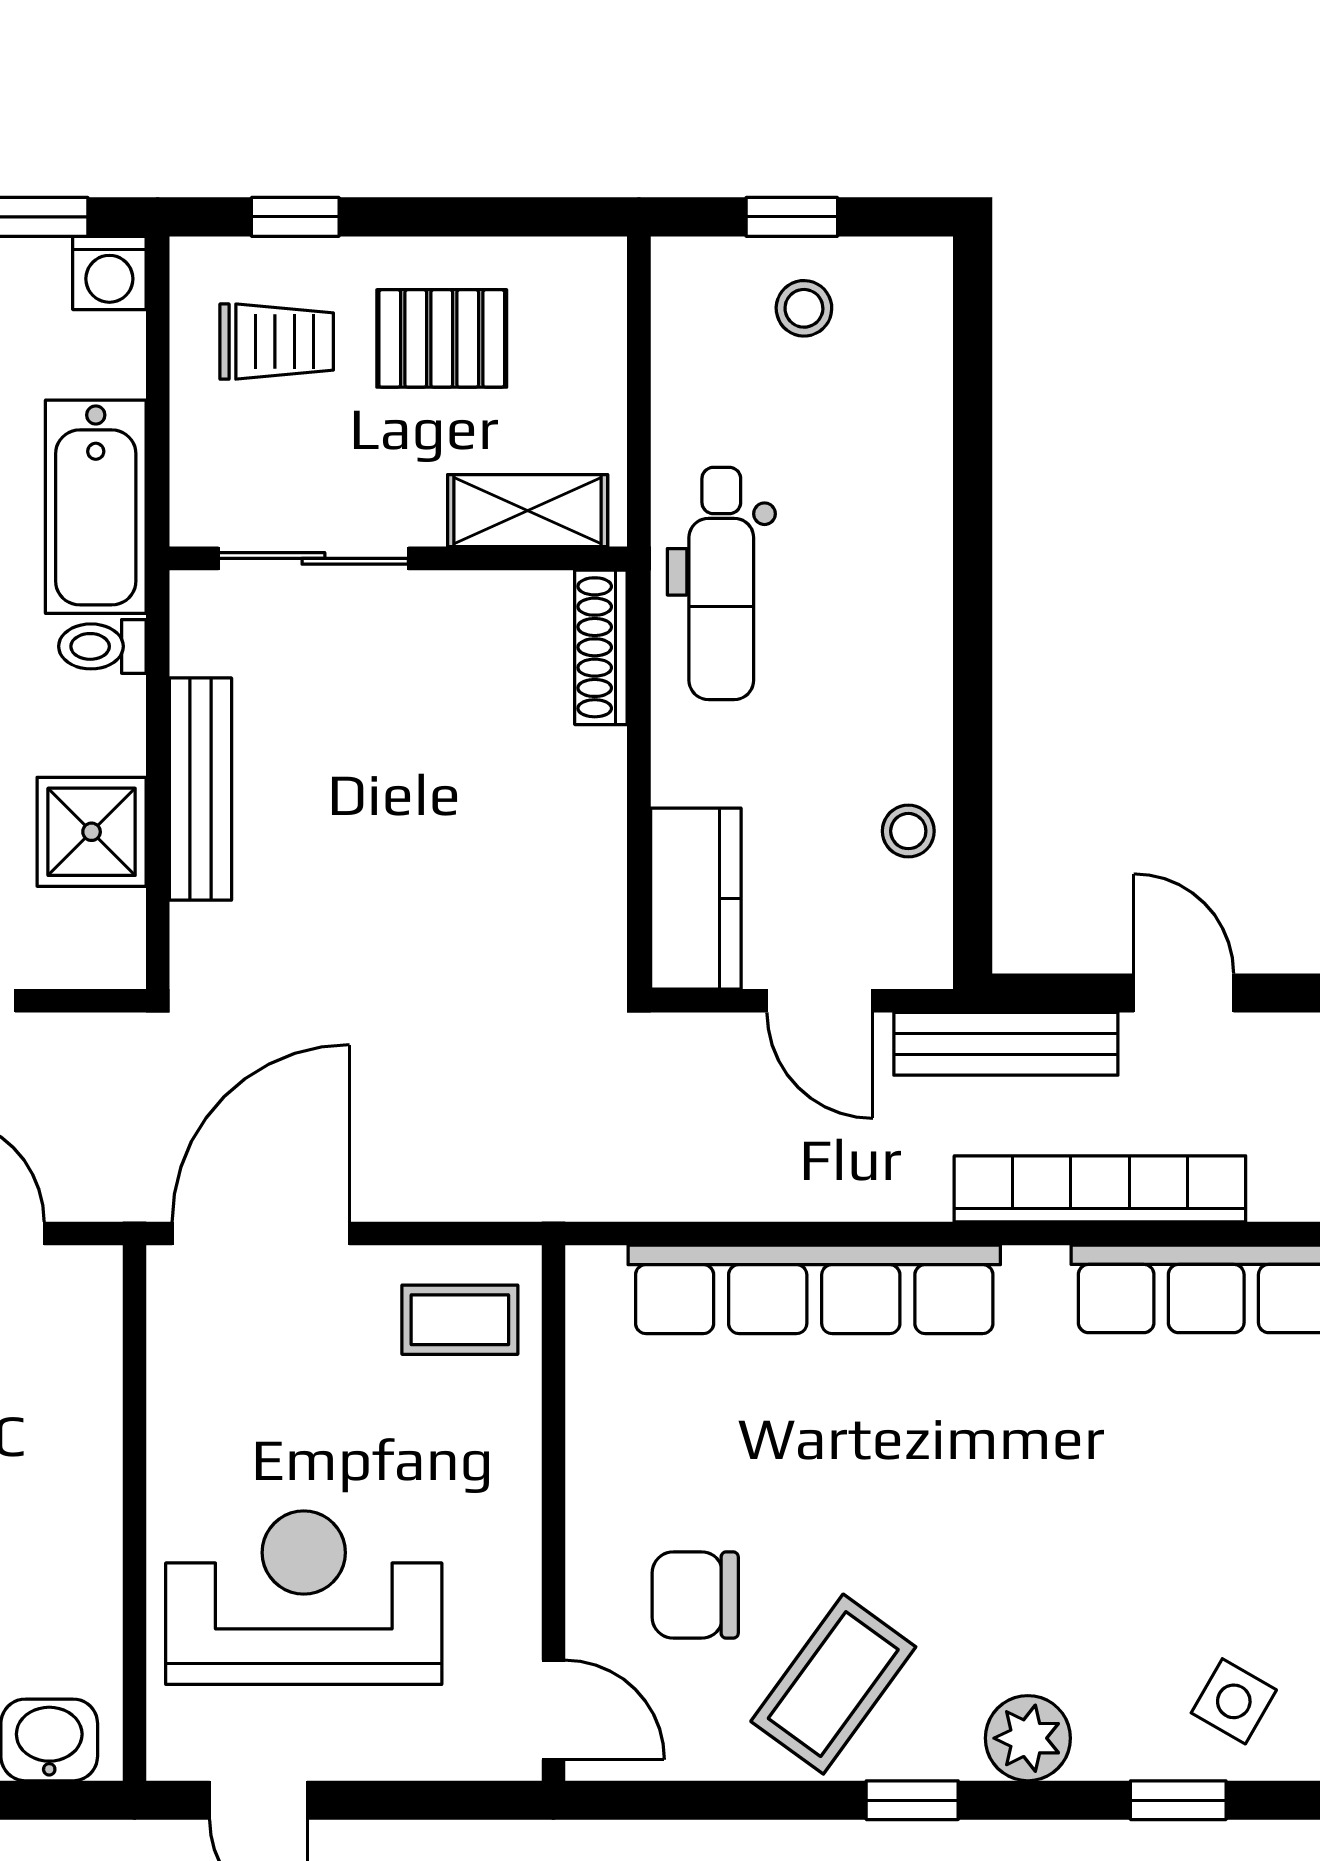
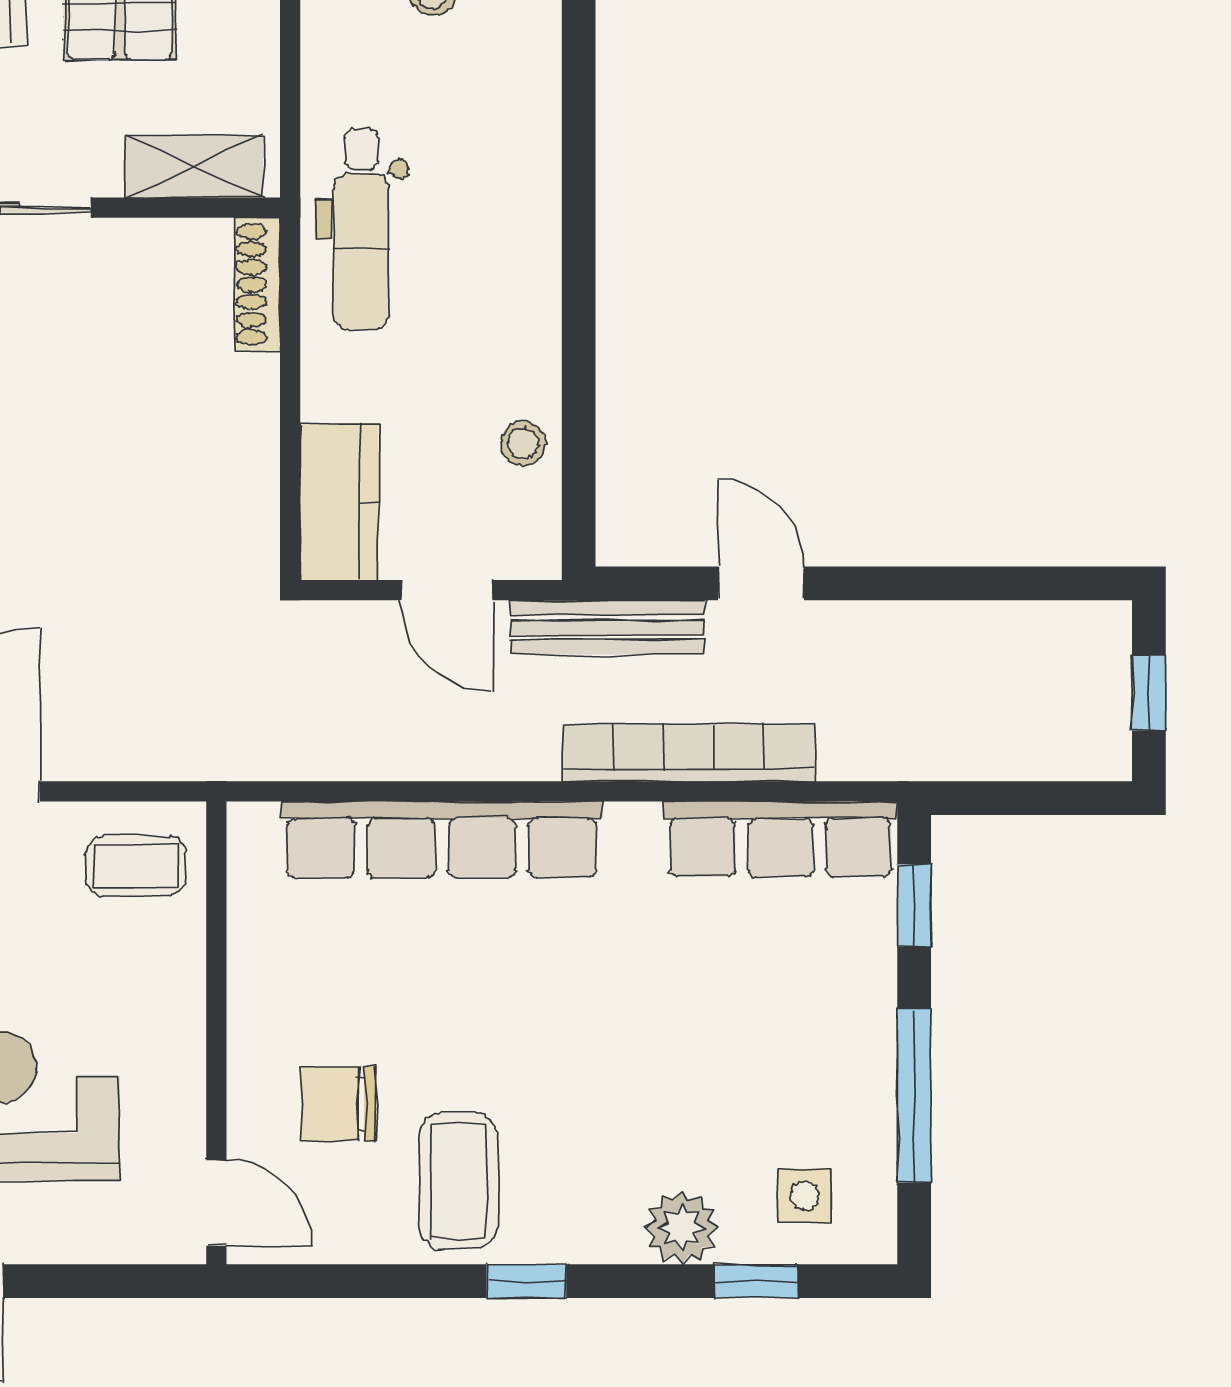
coffee table: (833, 1684) -> (458, 1181), turned -36
side table: (1234, 1701) -> (804, 1196), turned -30
plant: (1028, 1738) -> (682, 1228), moved

